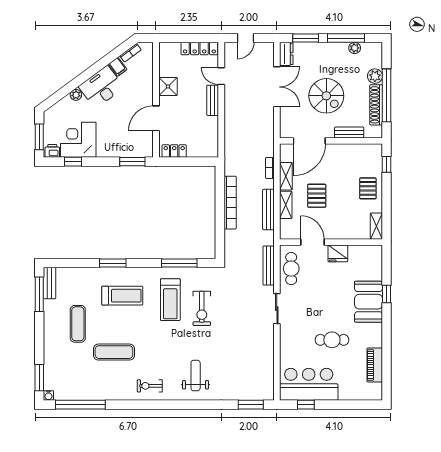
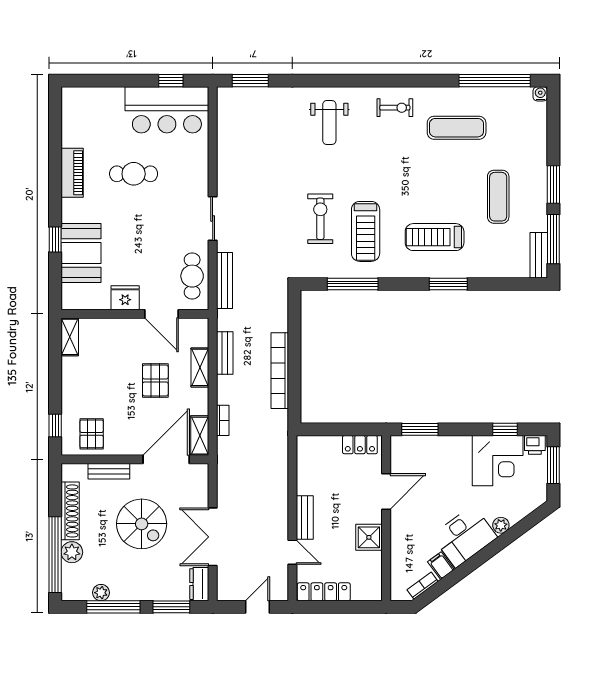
window: (387, 95) -> (55, 555), moved
spiral stairs: (326, 96) -> (142, 524), turned 180
shelving: (286, 176) -> (200, 436), moved
pallet: (368, 188) -> (92, 434), moved
bench: (268, 209) -> (225, 353), width x0.73
treadmill: (170, 300) -> (366, 231), turned 180
booth: (369, 302) -> (81, 253), moved
exercise mat: (114, 352) -> (457, 128), moved
piano: (375, 365) -> (72, 173), moved
window: (39, 378) -> (553, 185), moved

